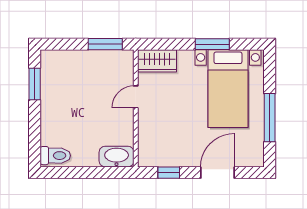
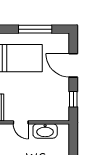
washbasin: (117, 157) -> (45, 131), moved, turned -90

